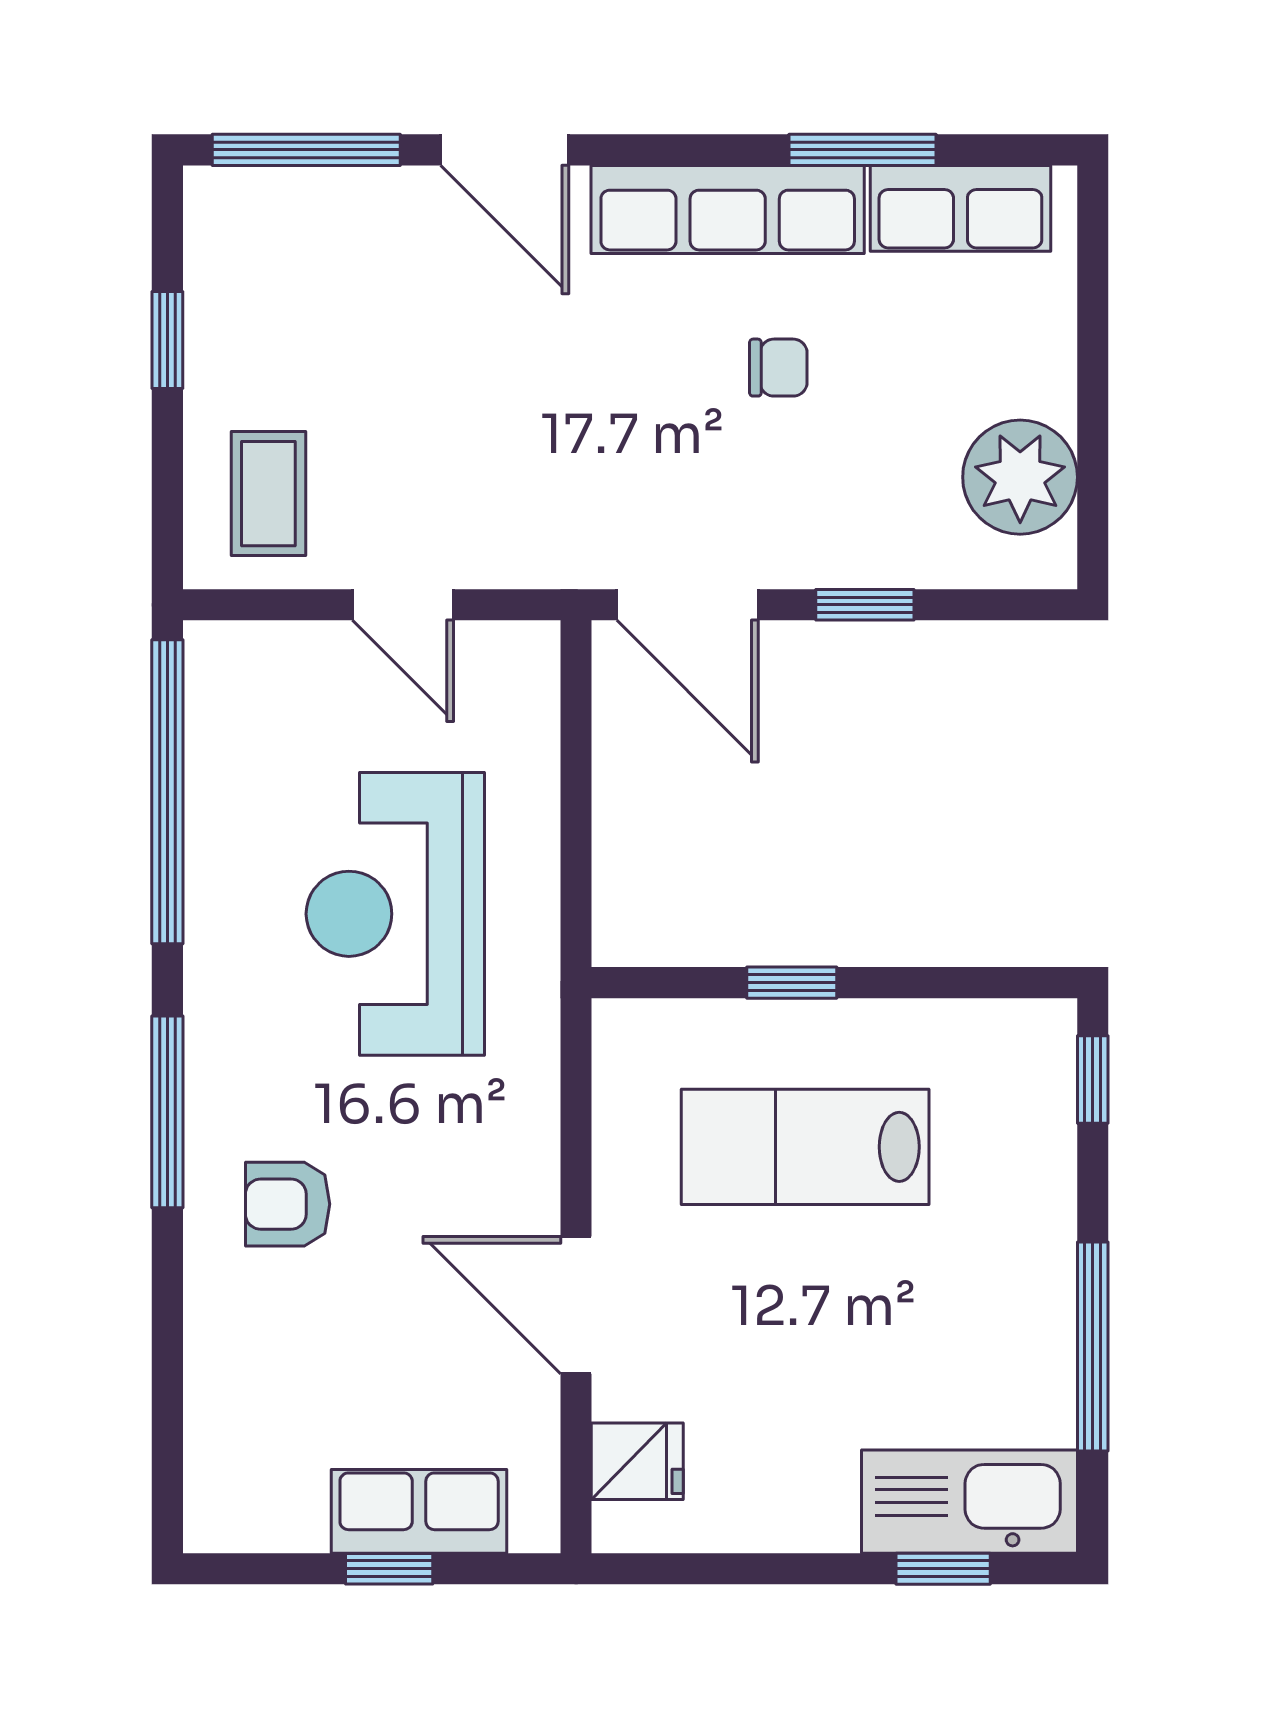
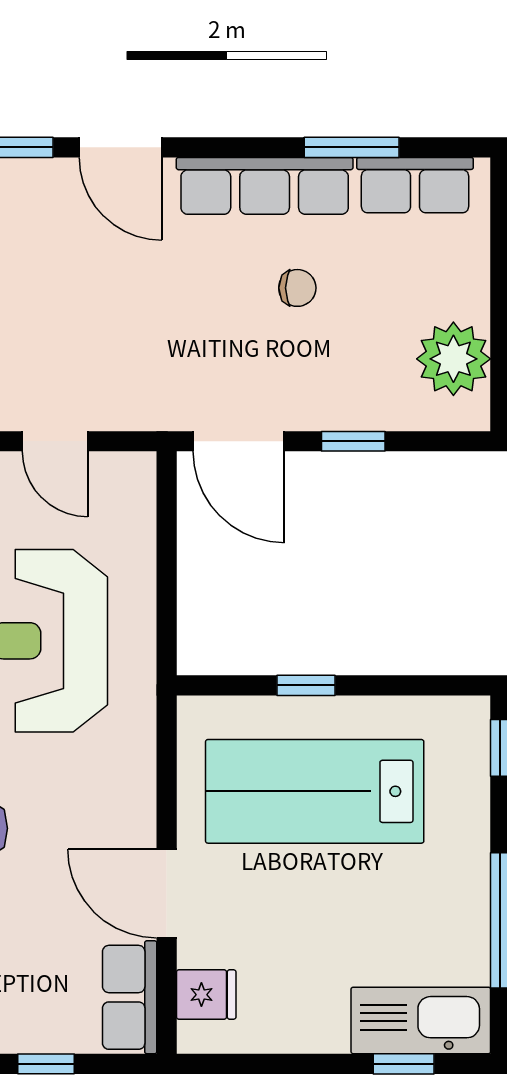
lab bench: (805, 1147) -> (315, 791), width x1.36, depth x1.39
row of seats: (419, 1511) -> (130, 997), moved, turned -90

